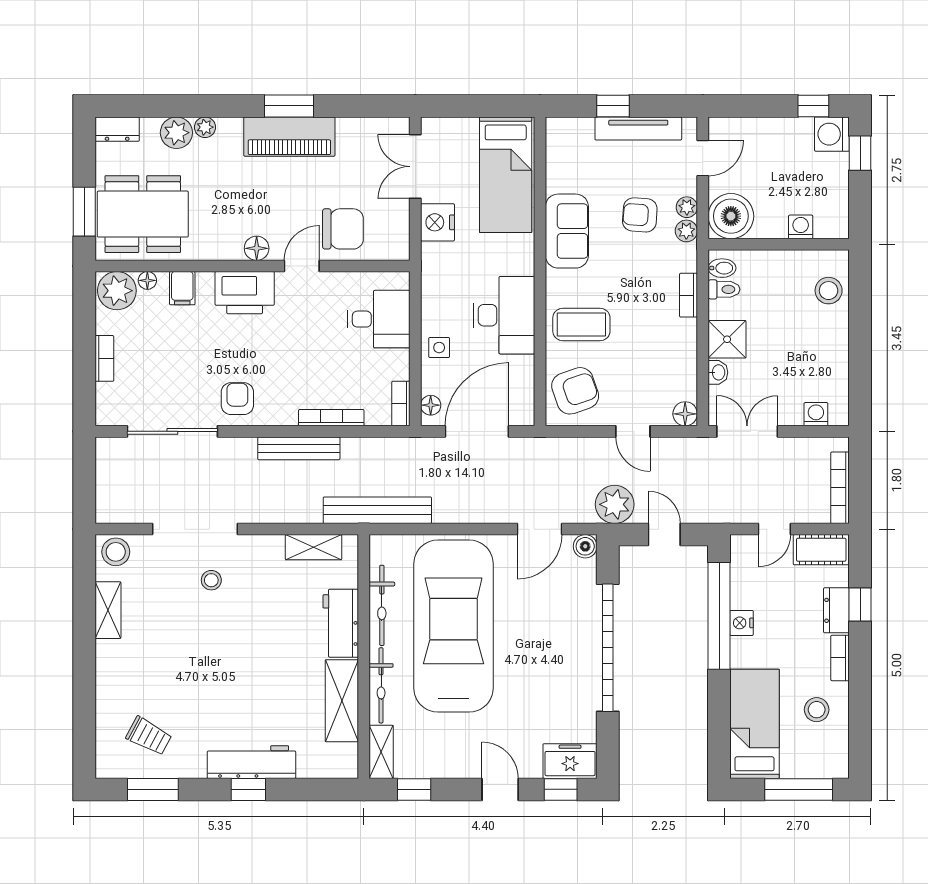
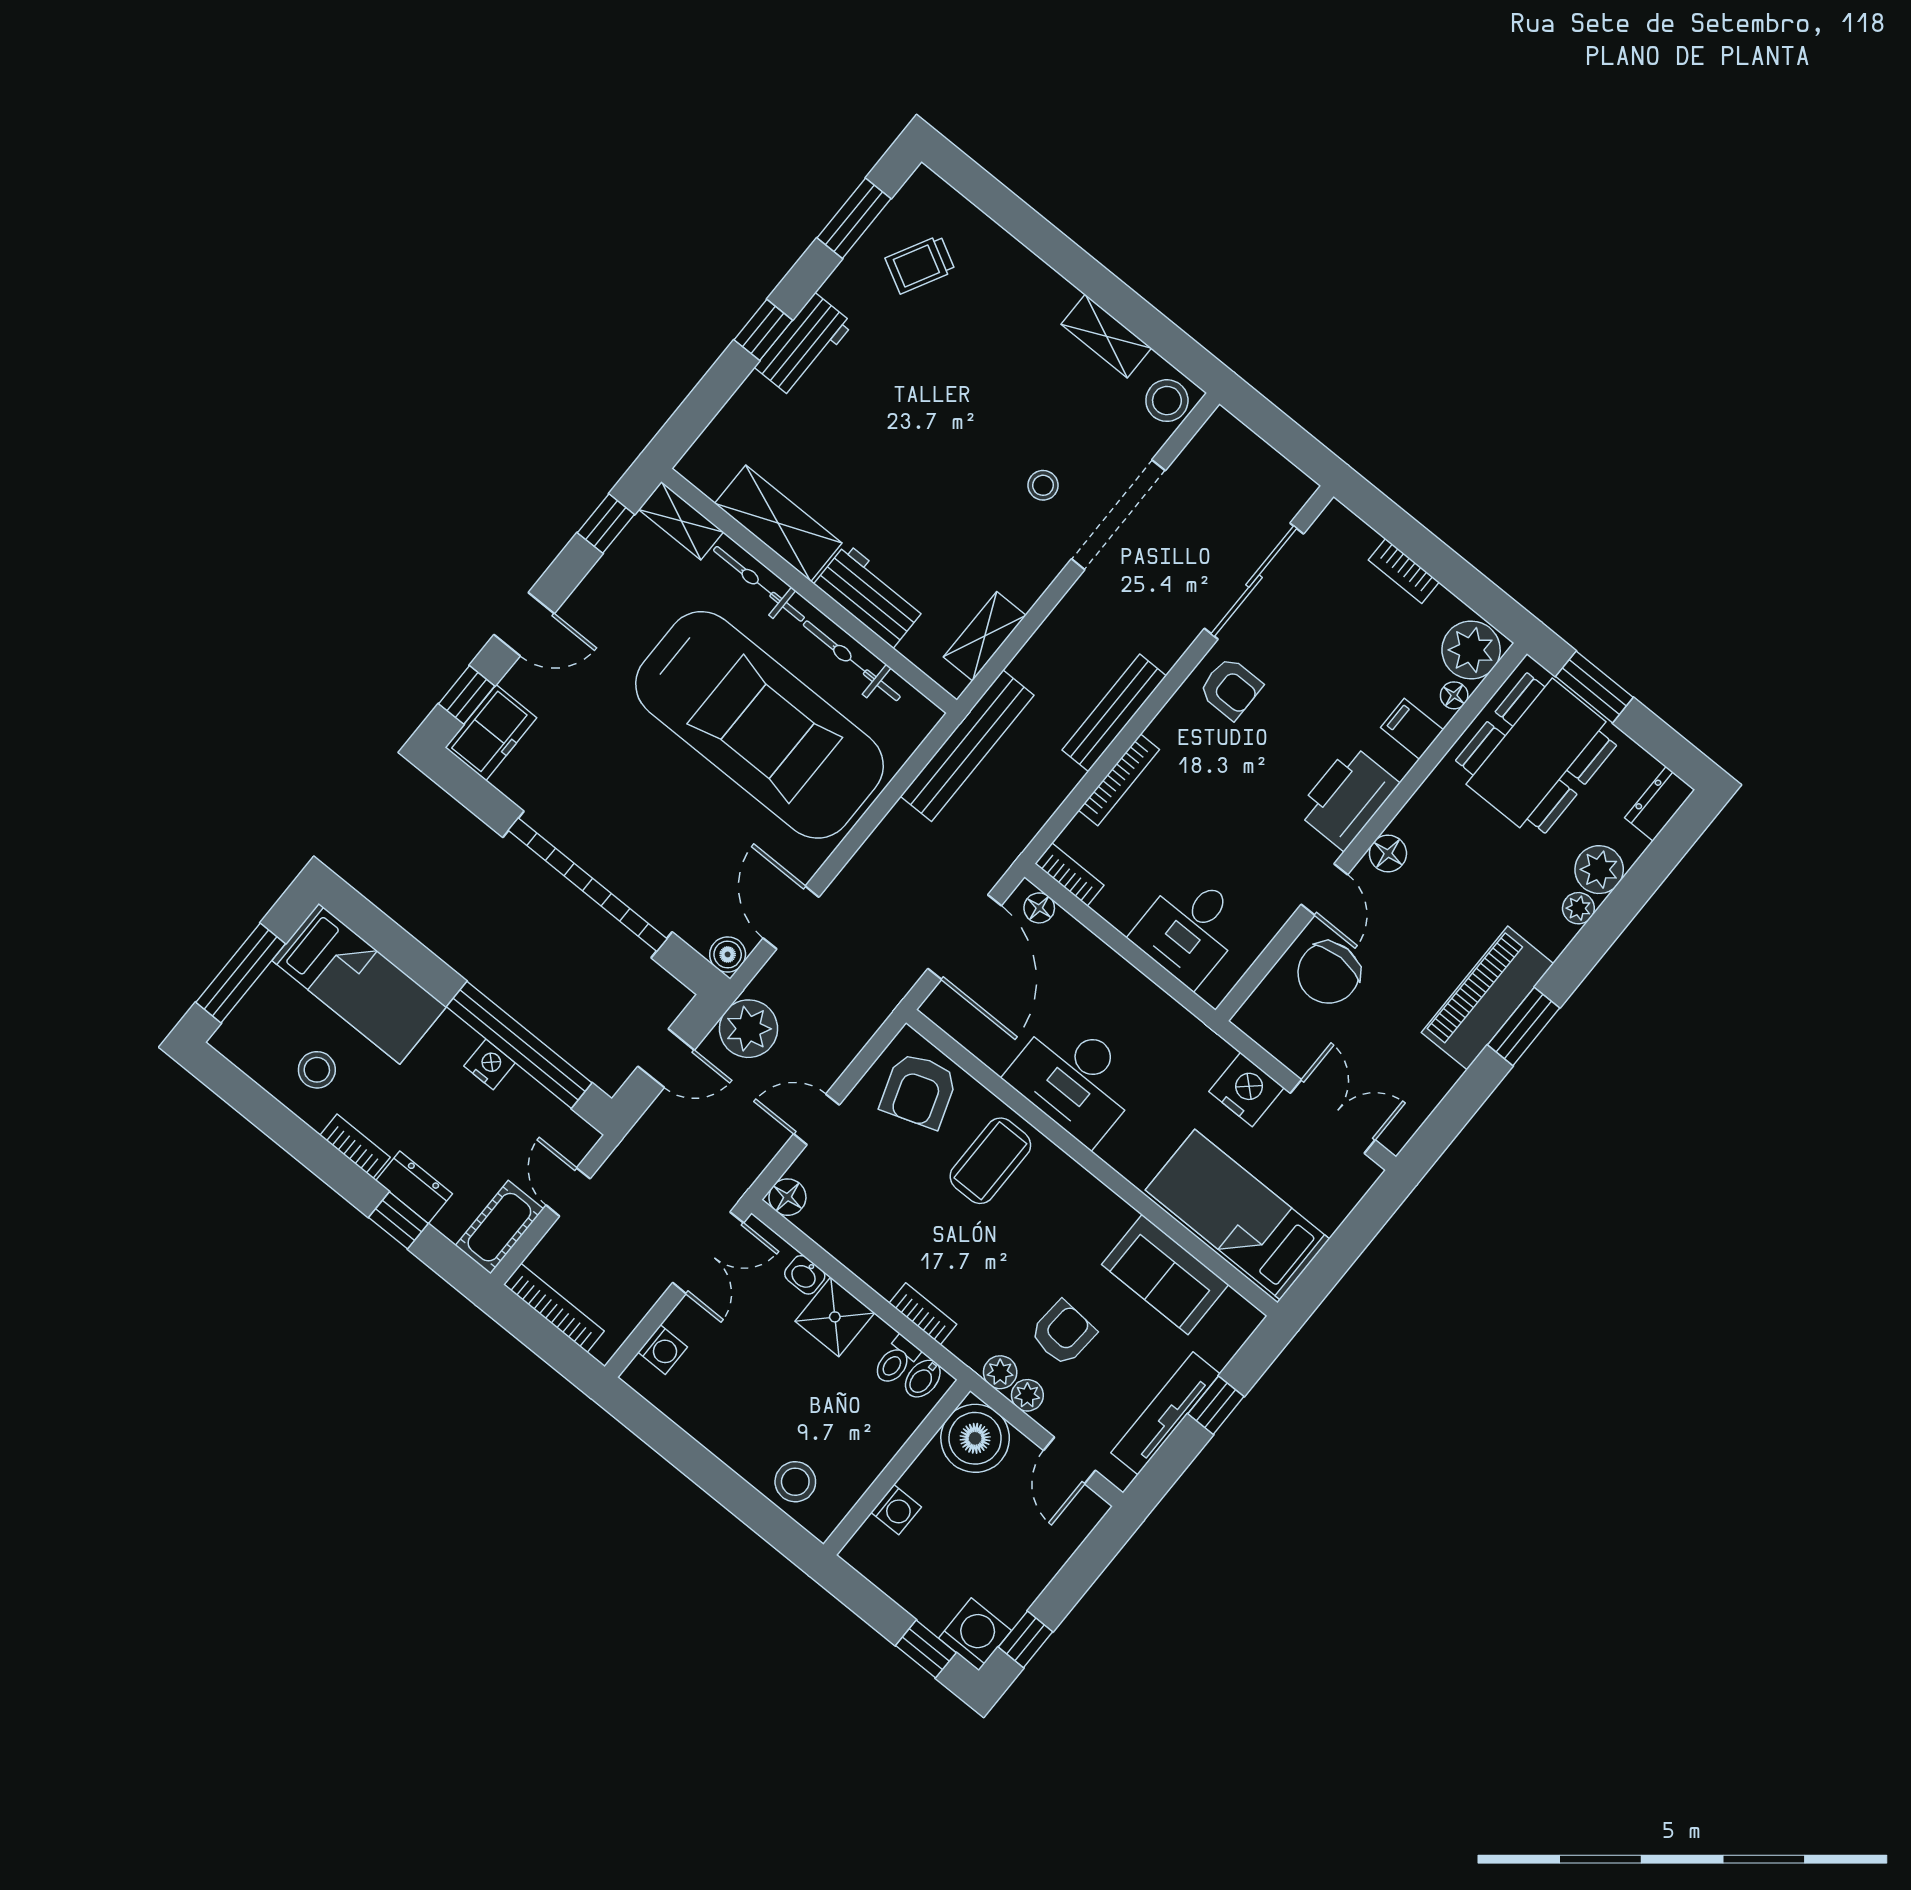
sofa: (567, 231) -> (1165, 1275), moved
side table: (439, 348) -> (1099, 973), removed
workbench: (251, 762) -> (804, 346), width x0.73

